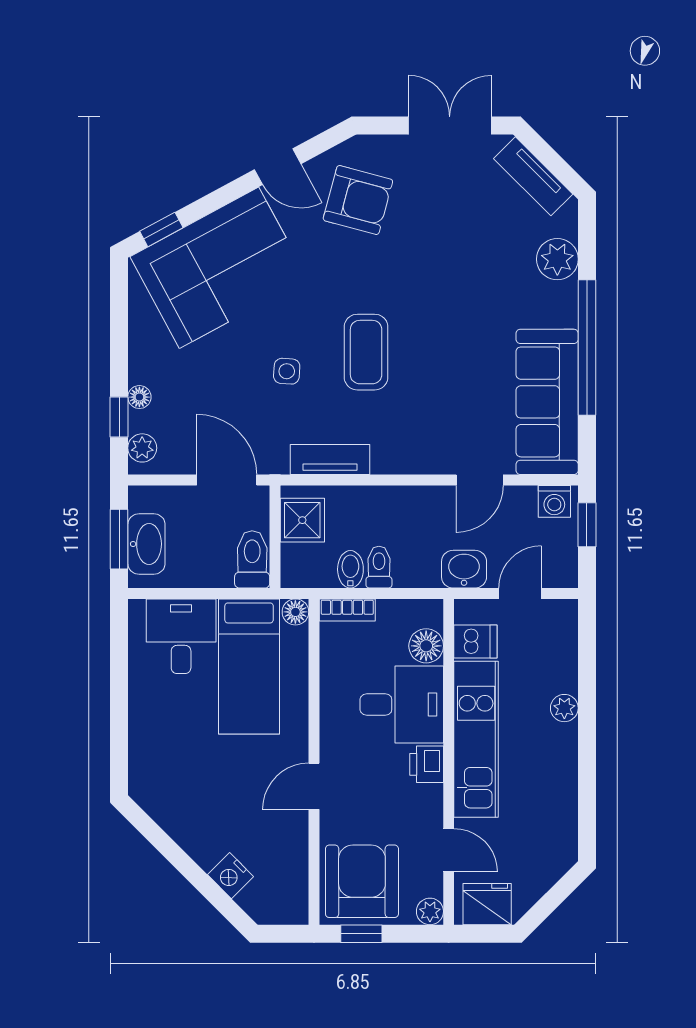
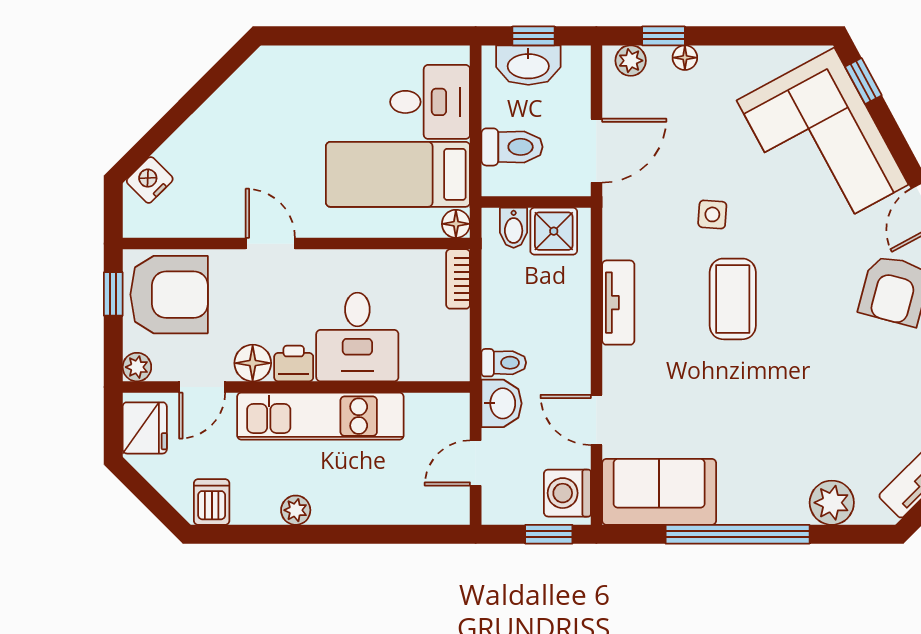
coffee table: (366, 352) -> (733, 299), turned 90
sofa: (547, 402) -> (659, 492), width x0.73
tv unit: (330, 460) -> (618, 303), moved
washing machine: (554, 501) -> (567, 493), width x1.38, depth x1.38
window: (119, 539) -> (534, 36), width x0.67
toilet: (252, 559) -> (512, 147), moved
toilet: (379, 567) -> (504, 363), moved
bidet: (350, 569) -> (514, 228), moved, turned 90
door: (520, 593) -> (476, 463), swing flipped
dishwasher: (475, 642) -> (212, 502), moved, turned 180
floor lamp: (426, 646) -> (253, 363), moved
plant: (564, 708) -> (296, 510), moved
nightstand: (231, 876) -> (150, 180), moved

